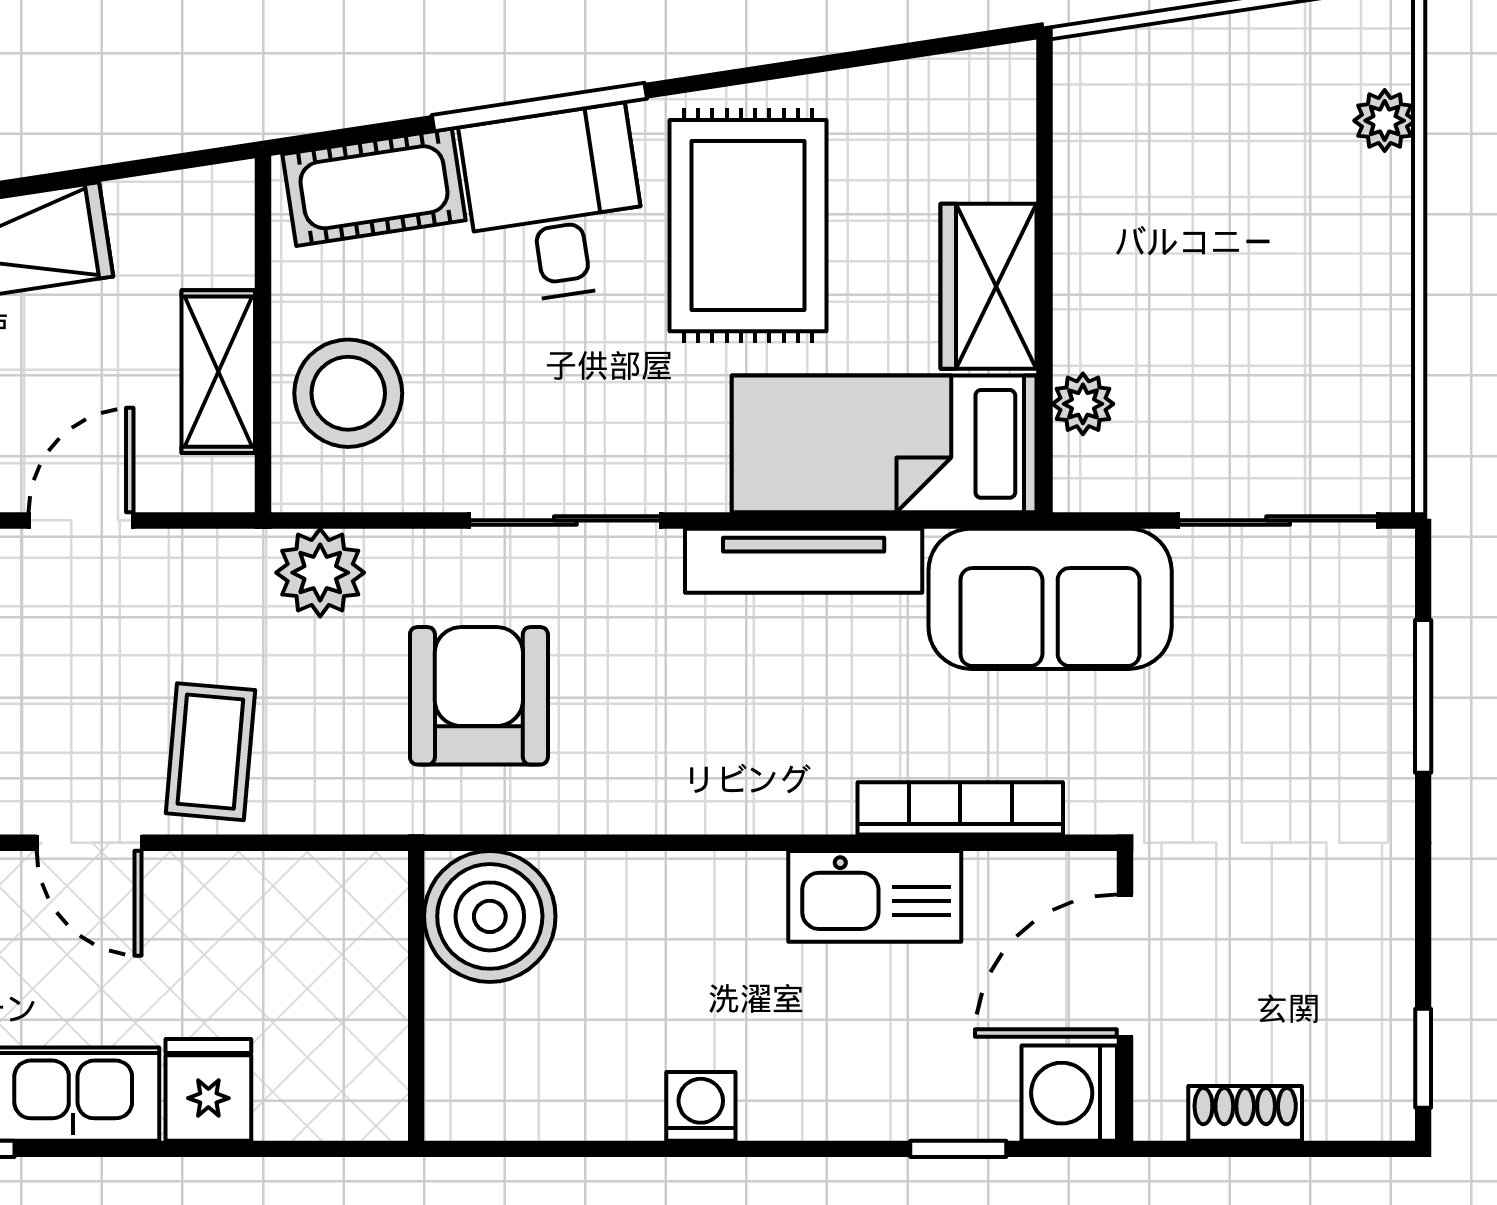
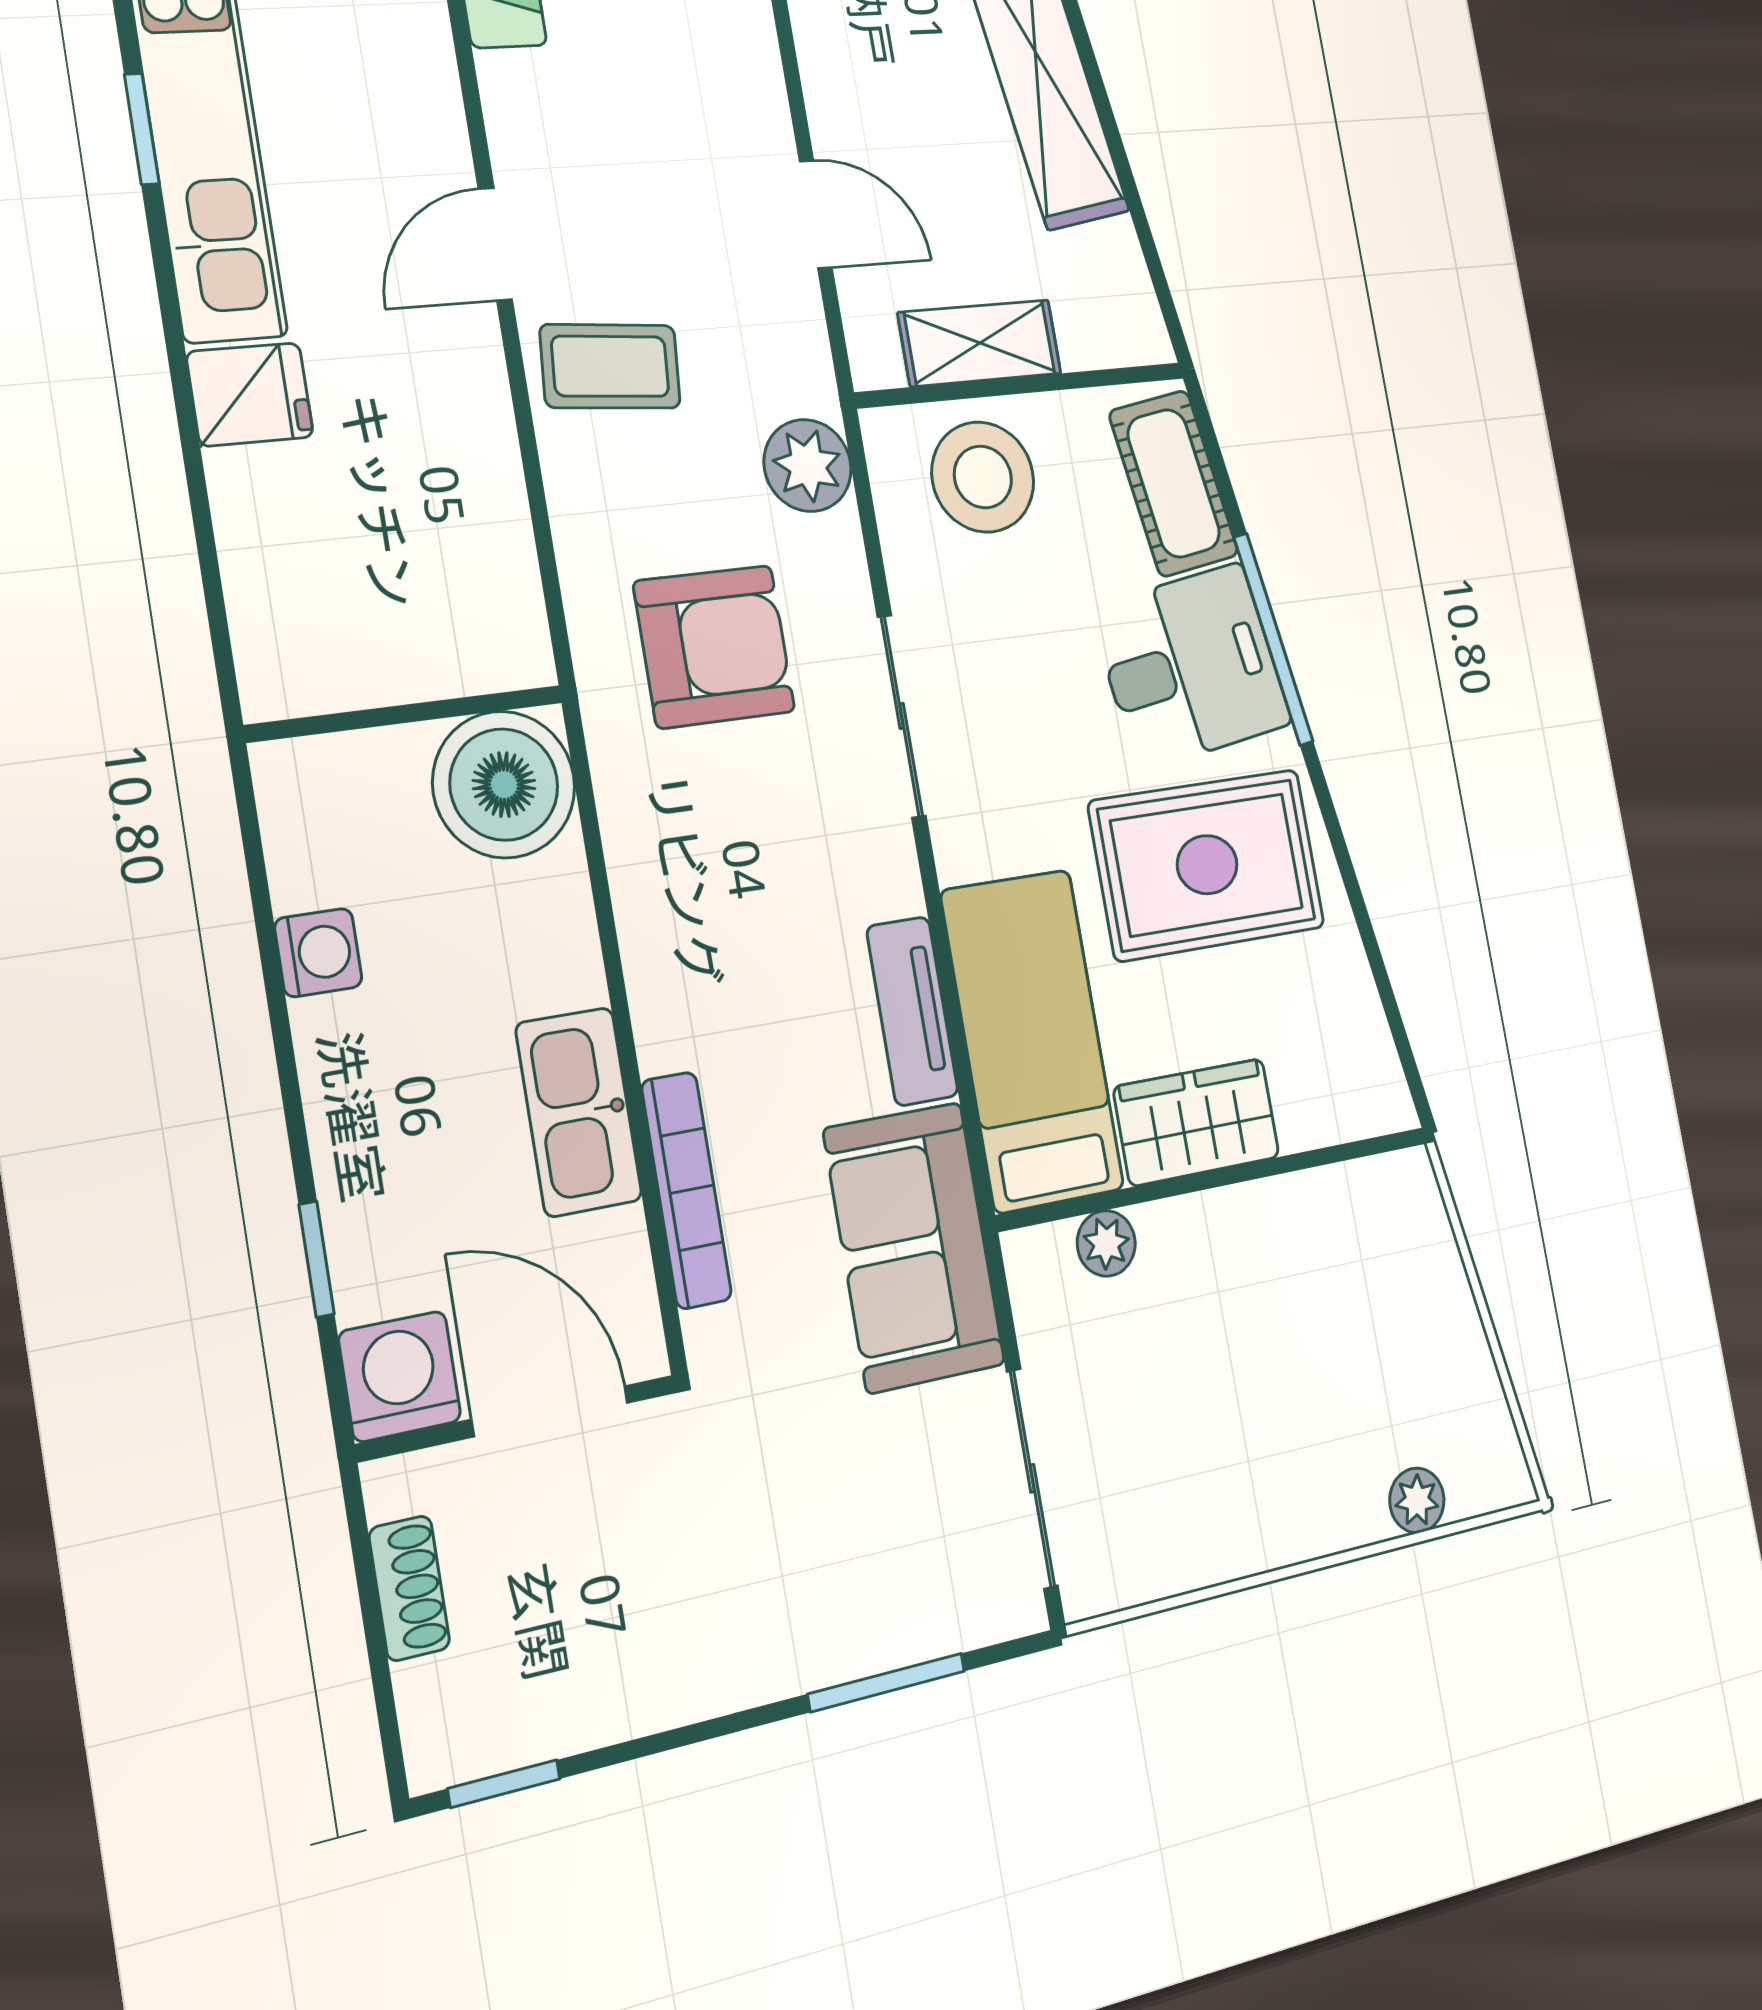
tv unit: (804, 561) -> (912, 1011), width x0.71
boiler: (490, 916) -> (504, 785), moved
wall: (416, 996) -> (405, 714), moved

